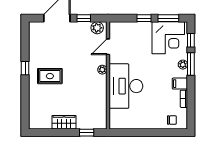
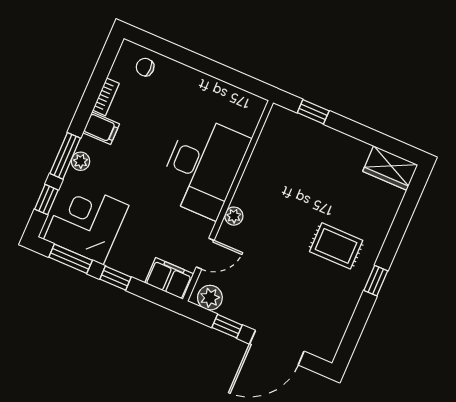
filing cabinet: (119, 29) -> (169, 278), added
wardrobe: (64, 122) -> (390, 168), moved

